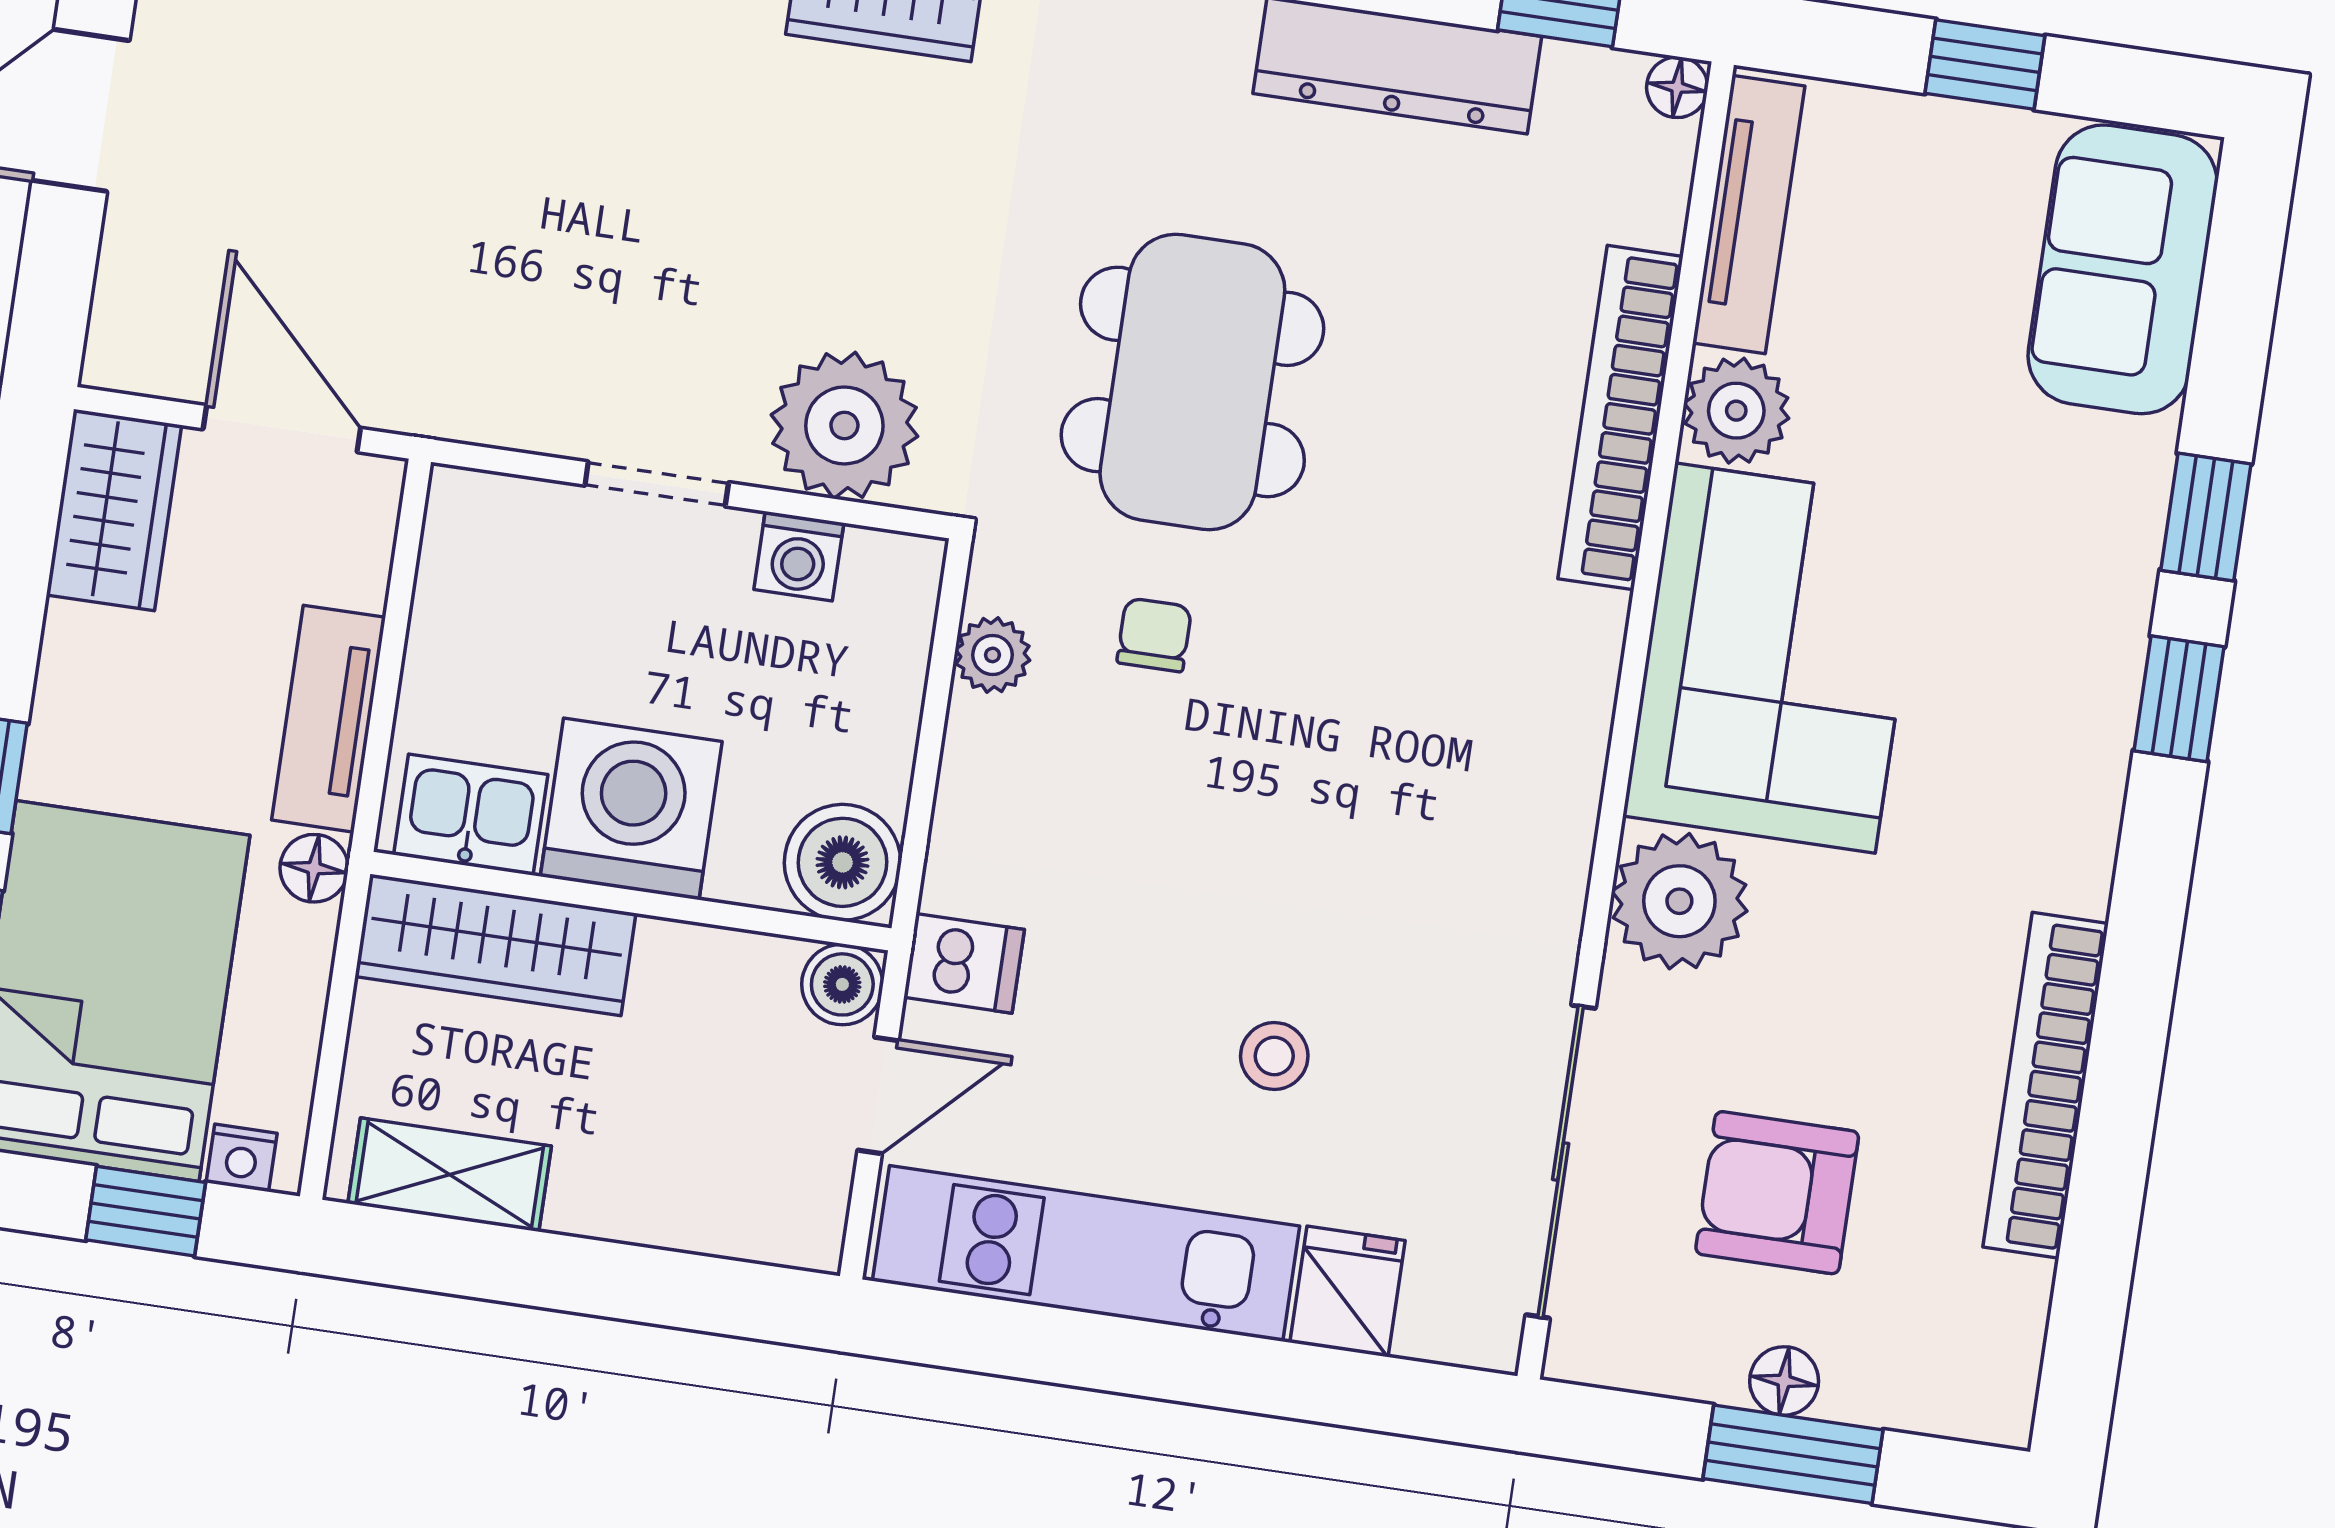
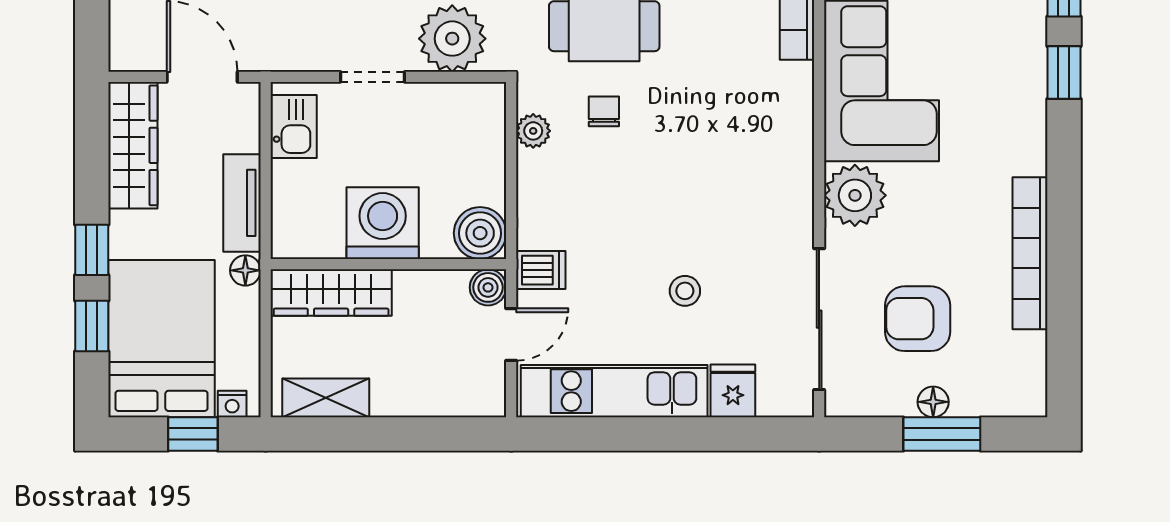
wardrobe: (114, 510) -> (133, 145), width x1.50
washing machine: (799, 556) -> (441, 100), removed
kitchen sink: (471, 815) -> (294, 126), moved, turned 90

